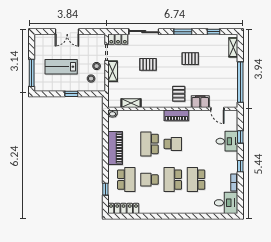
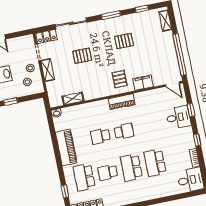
door: (217, 109) -> (173, 84), moved
school desk: (150, 144) -> (100, 136), width x0.54
school desk: (126, 180) -> (84, 177), turned 180

